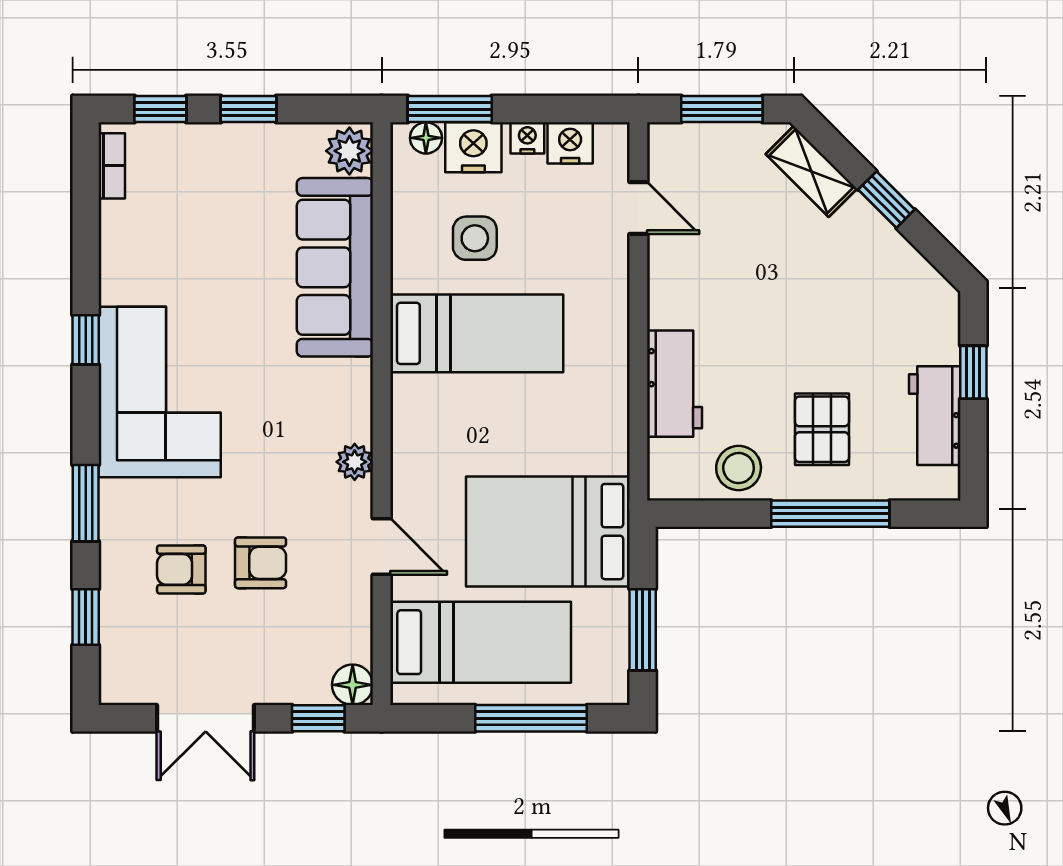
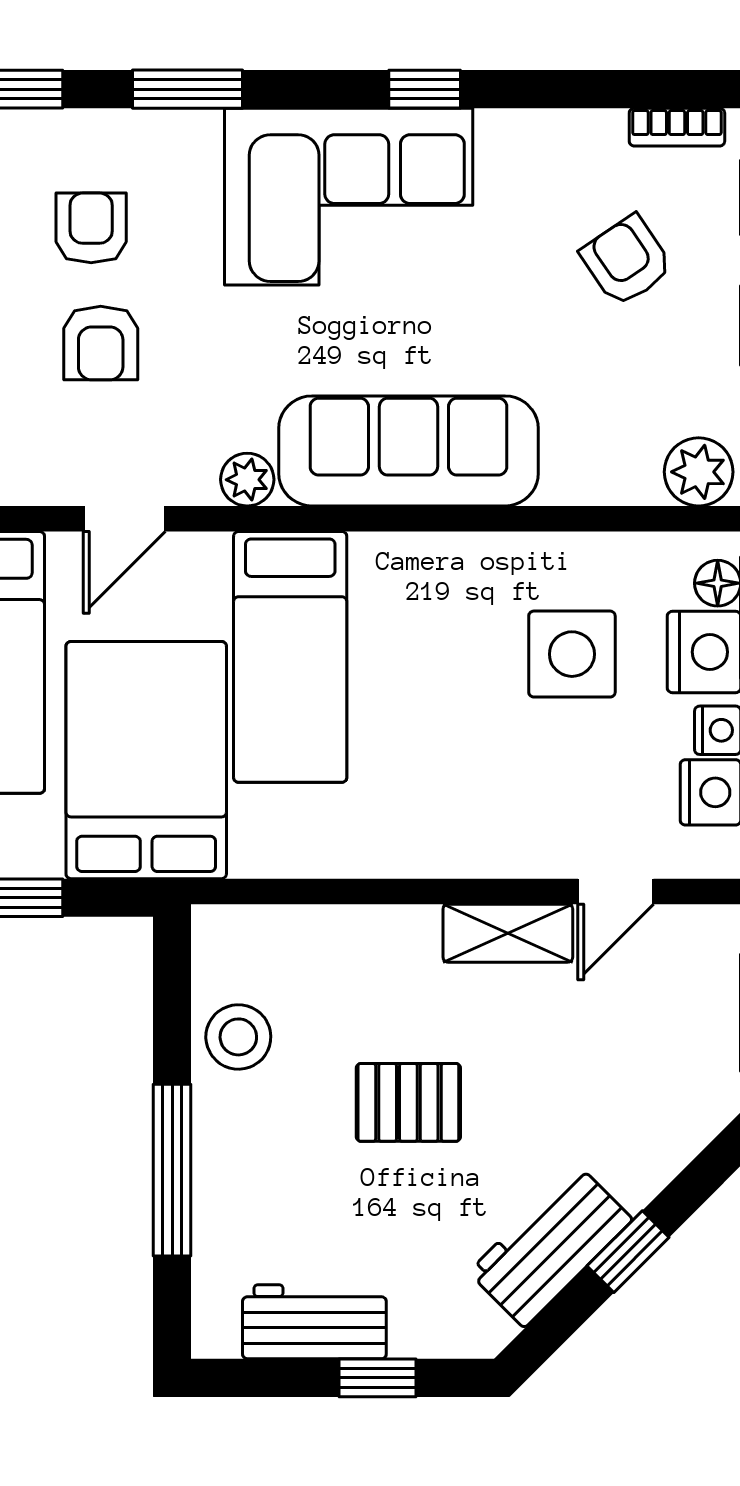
shelving: (811, 171) -> (508, 933), moved, turned 45
armchair: (204, 201) -> (627, 261), added
side table: (475, 238) -> (572, 654), width x1.37, depth x1.37
sofa: (335, 267) -> (408, 451), moved
bed: (477, 333) -> (290, 657), moved
workbench: (675, 384) -> (551, 1246), moved, turned 135
pallet: (822, 429) -> (408, 1102), moved

